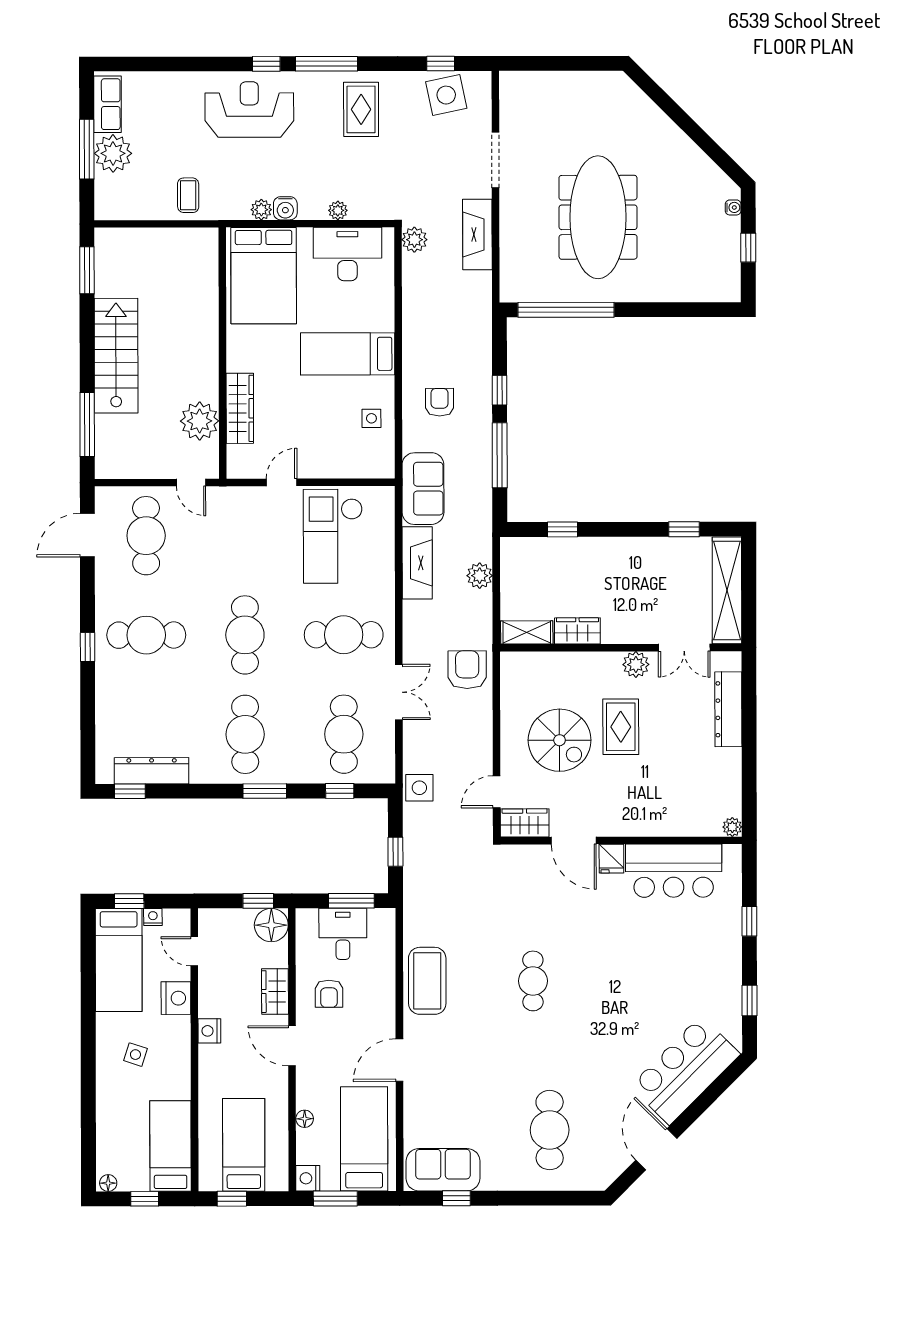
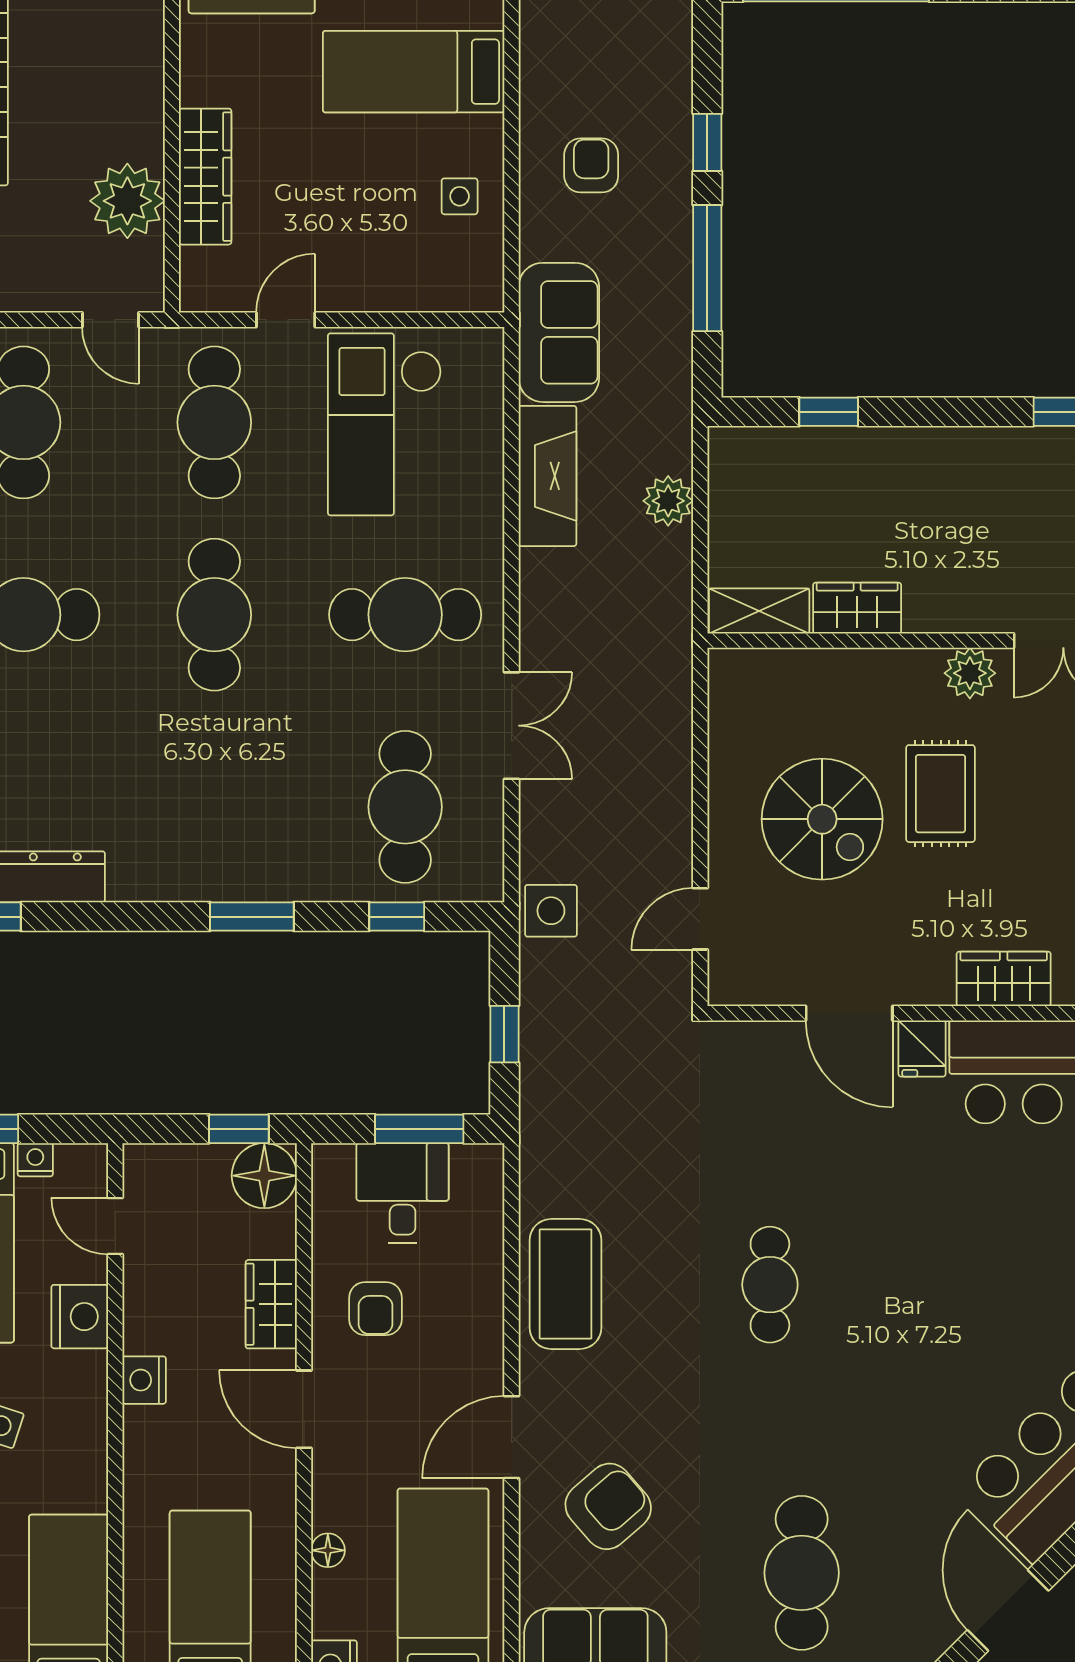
armchair: (467, 670) -> (608, 1506), moved, turned 49
cafe table: (245, 734) -> (214, 422), moved
wardrobe: (525, 823) -> (1004, 979), moved

